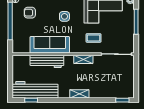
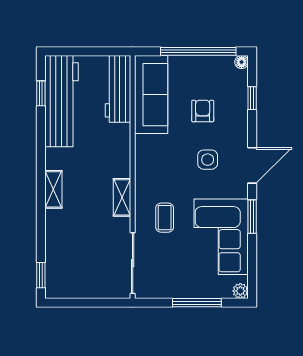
armchair: (30, 13) -> (203, 111), moved
sofa: (50, 45) -> (151, 95), moved
workbench: (47, 61) -> (118, 89), moved

